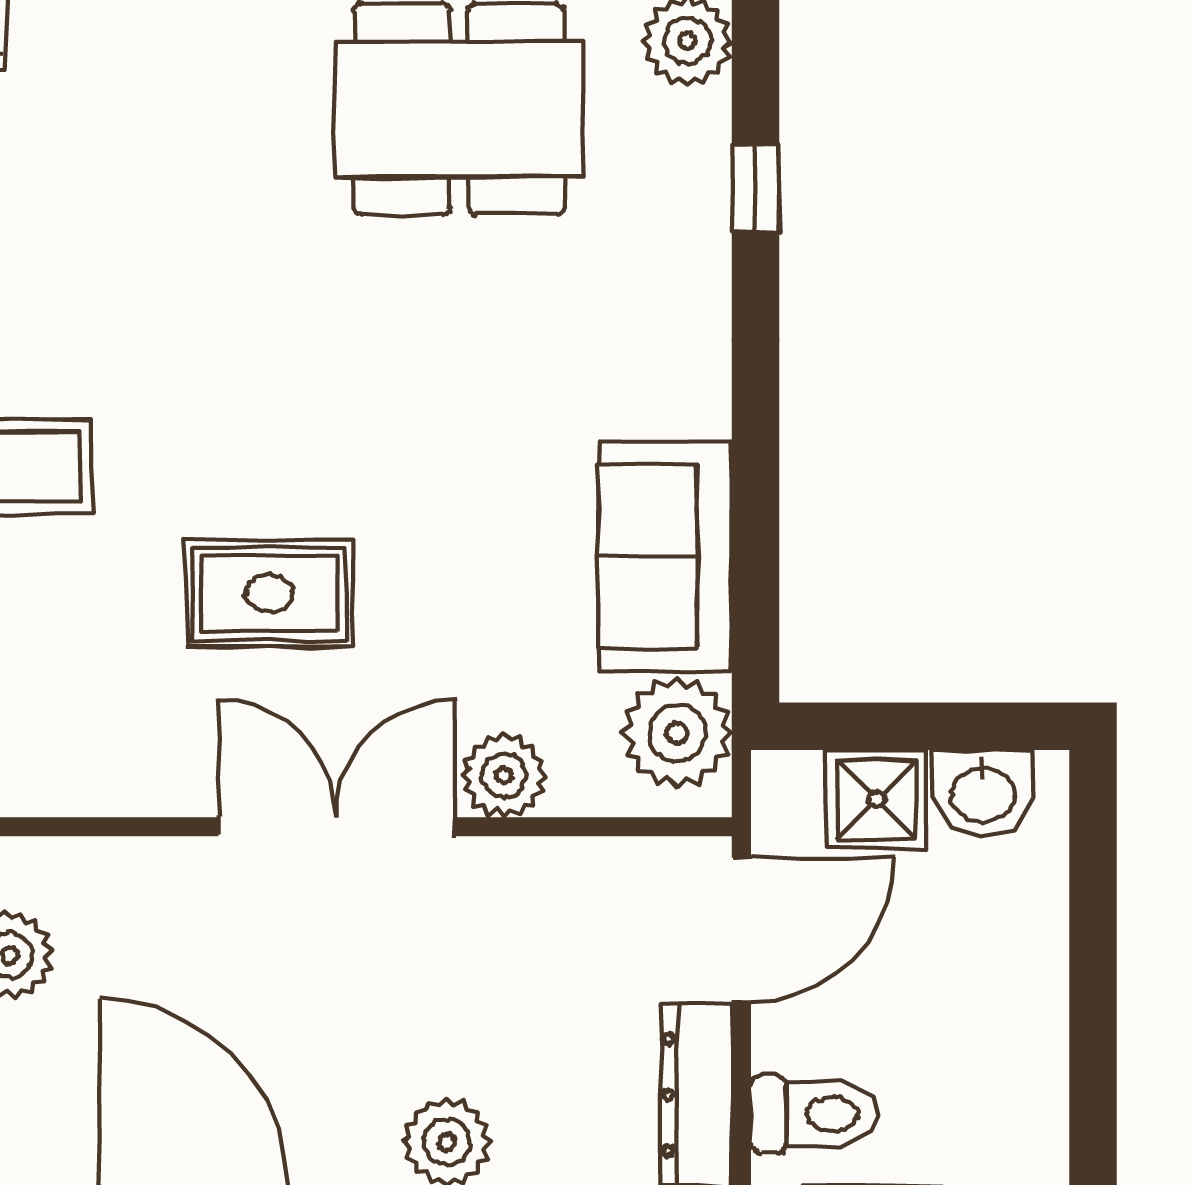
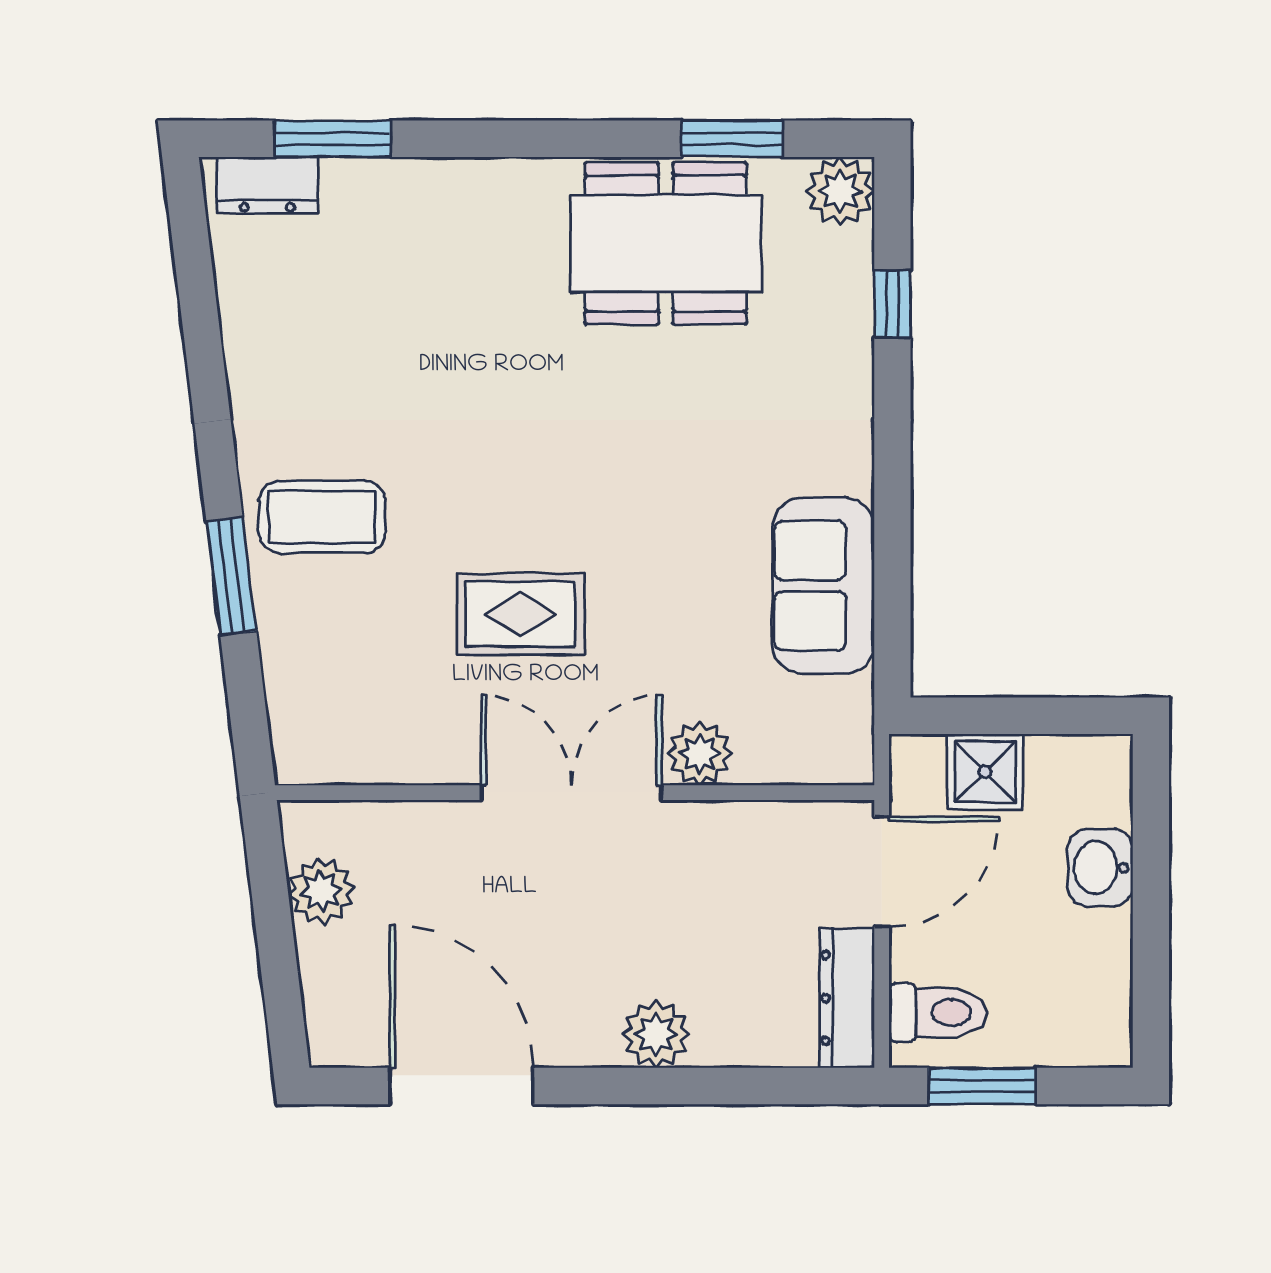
plant: (677, 733) -> (832, 721), removed
washbasin: (983, 793) -> (1100, 868), moved, turned 90

